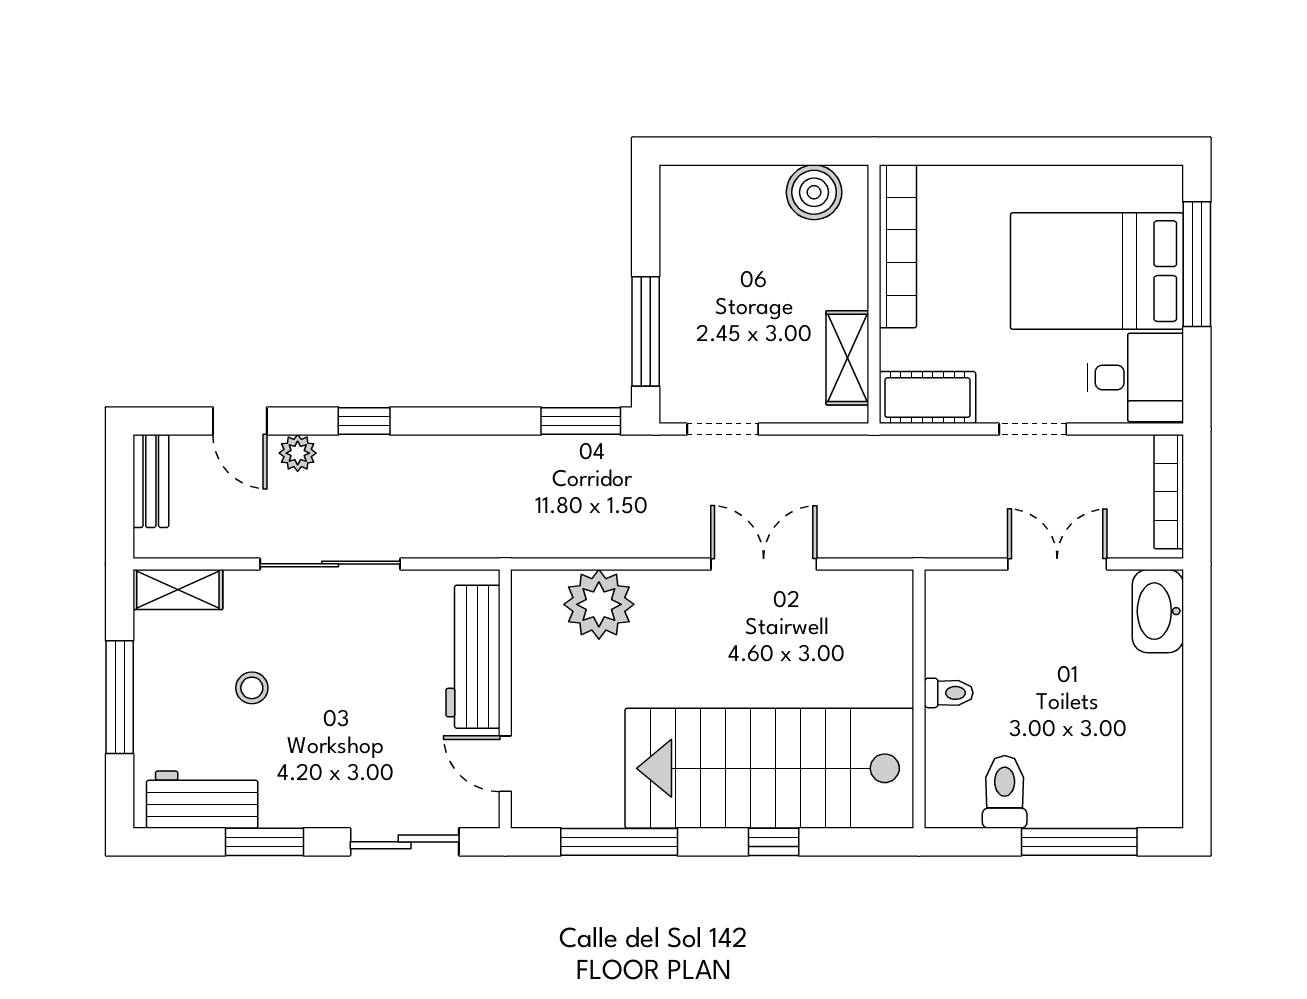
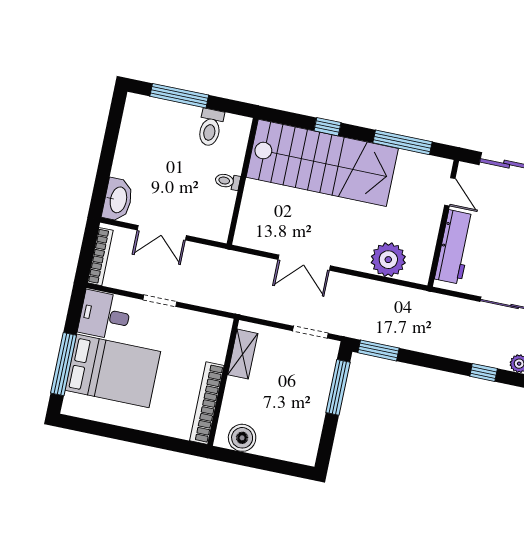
cot: (927, 398) -> (208, 327), removed

